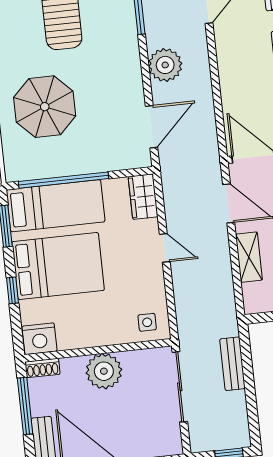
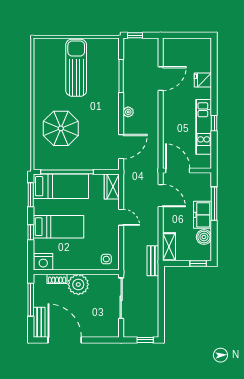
plant: (165, 65) -> (128, 112), width x0.53, depth x0.53
shelving: (249, 257) -> (169, 247), moved
bed: (58, 266) -> (59, 227), width x0.67
bench: (232, 364) -> (153, 261), moved
shoe rack: (43, 368) -> (57, 279), moved

